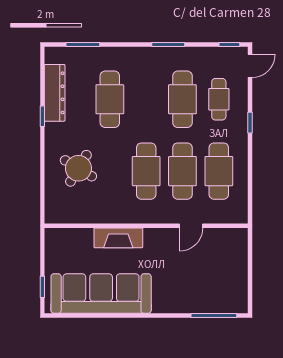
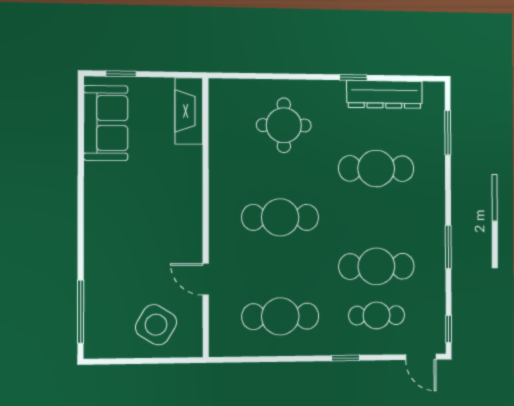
round table: (78, 168) -> (284, 125), turned -31
cafe table: (182, 171) -> (280, 267), removed
fireplace: (118, 238) -> (189, 111), moved
side table: (224, 262) -> (156, 325), added
sofa: (101, 294) -> (106, 123), width x0.54, depth x0.79

